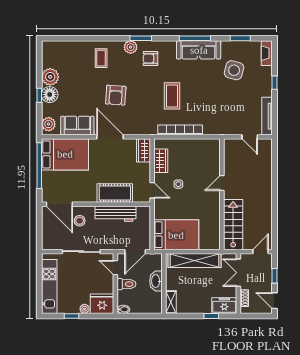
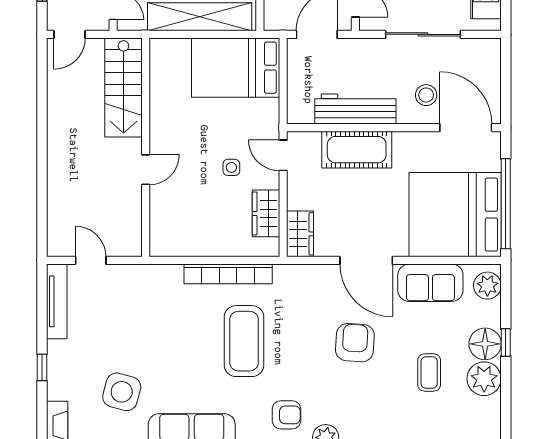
coffee table: (101, 58) -> (429, 372), moved
coffee table: (172, 96) -> (244, 341), width x1.36, depth x1.32
bed: (65, 154) -> (455, 215), width x1.36

